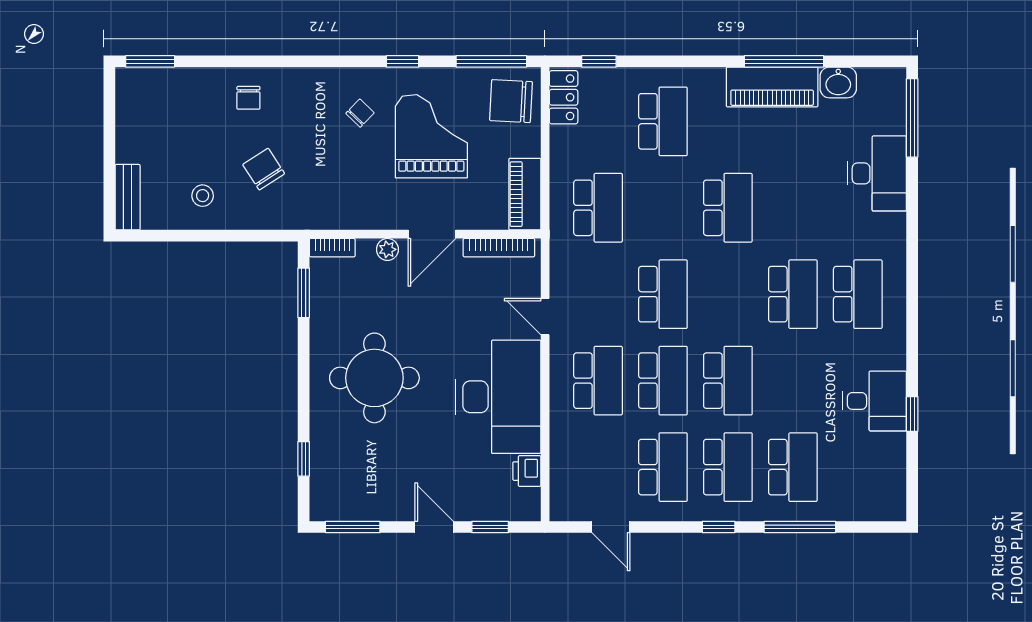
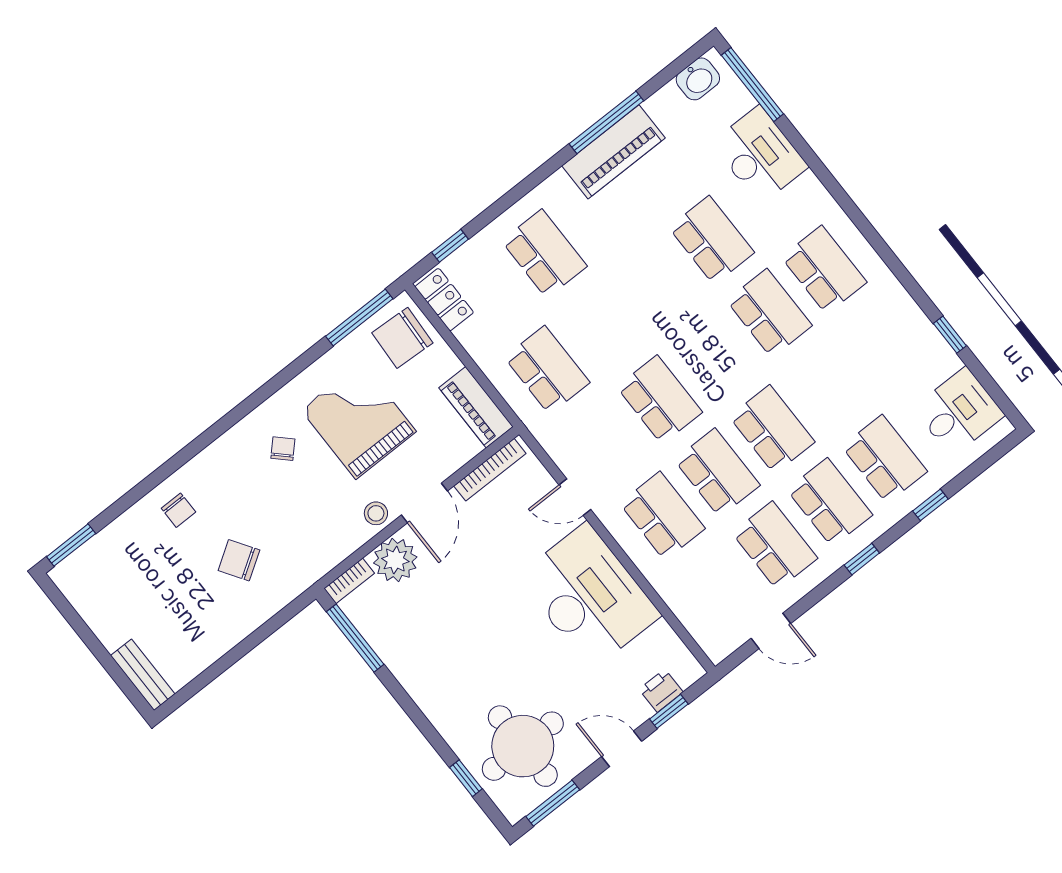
window: (403, 61) -> (284, 377), removed
washbasin: (838, 82) -> (698, 79), moved
stool: (203, 196) -> (376, 513), moved
school desk: (728, 208) -> (712, 240), moved
plant: (387, 249) -> (395, 560), width x1.88, depth x1.88
window: (304, 293) -> (355, 638), width x1.44
round table: (374, 378) -> (523, 746), moved
desk: (874, 401) -> (959, 412), moved
printer: (527, 471) -> (661, 691), moved, turned 90
window: (800, 527) -> (930, 505), width x0.46

